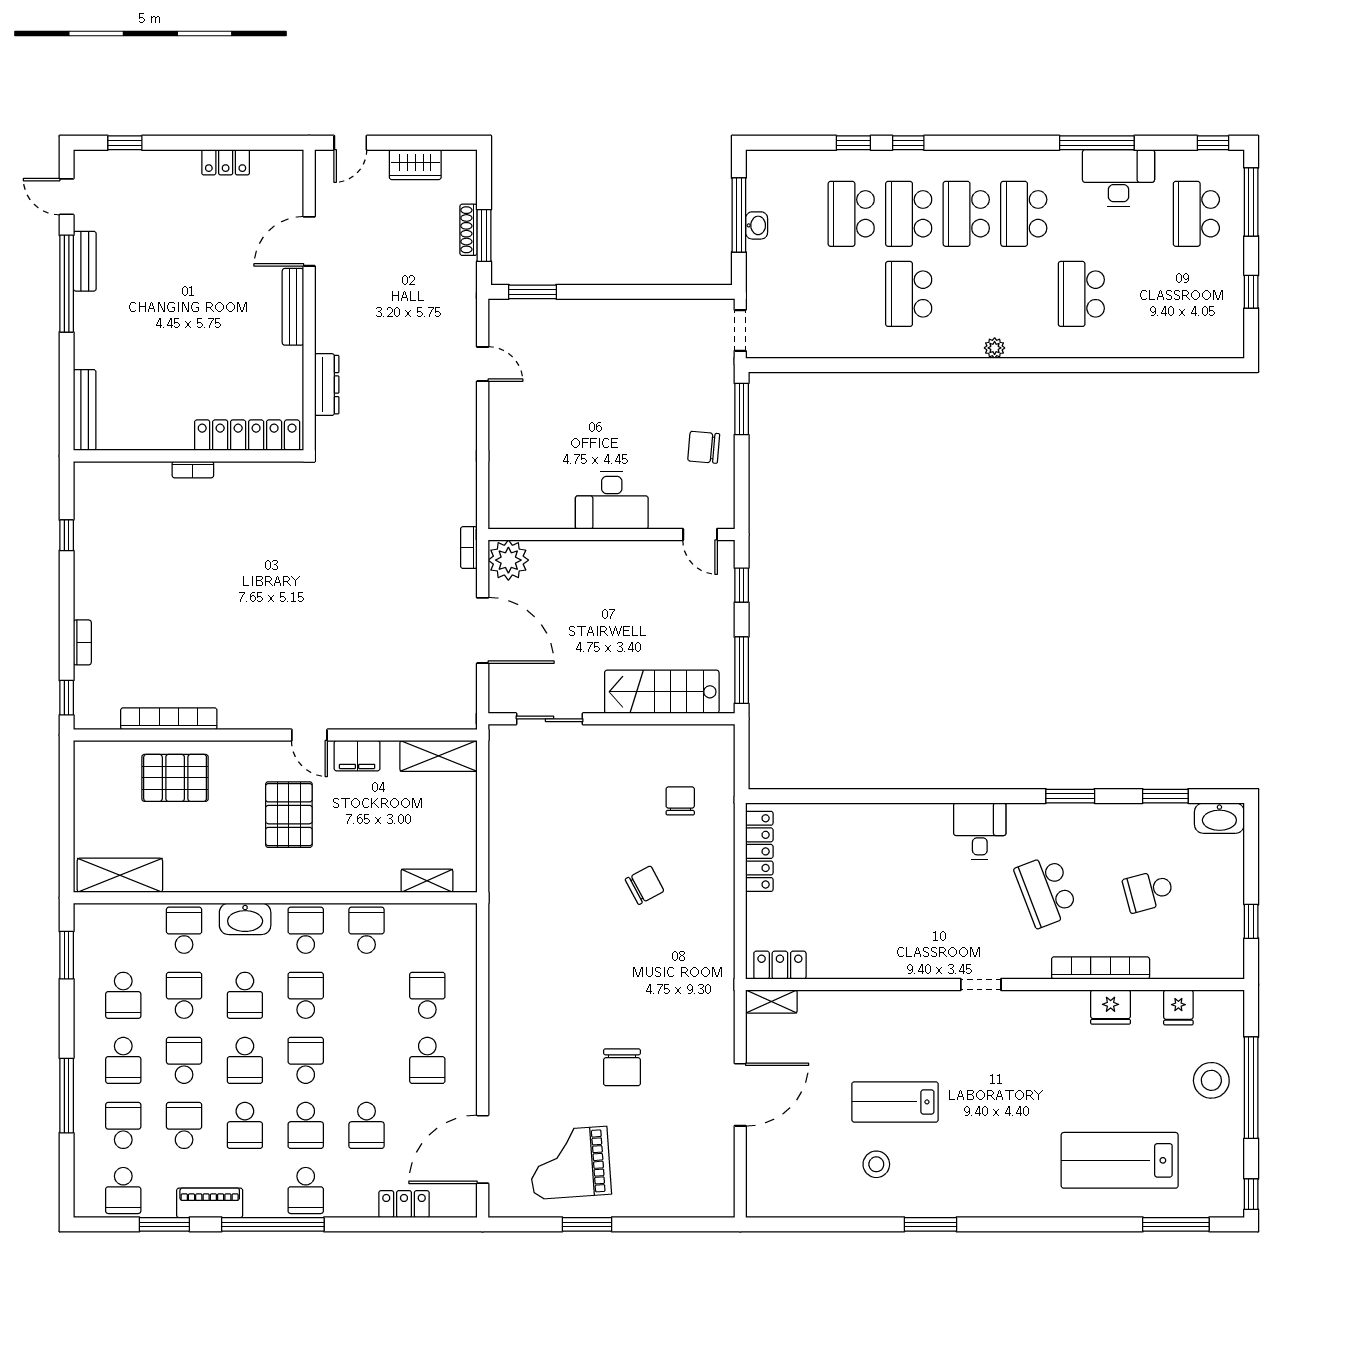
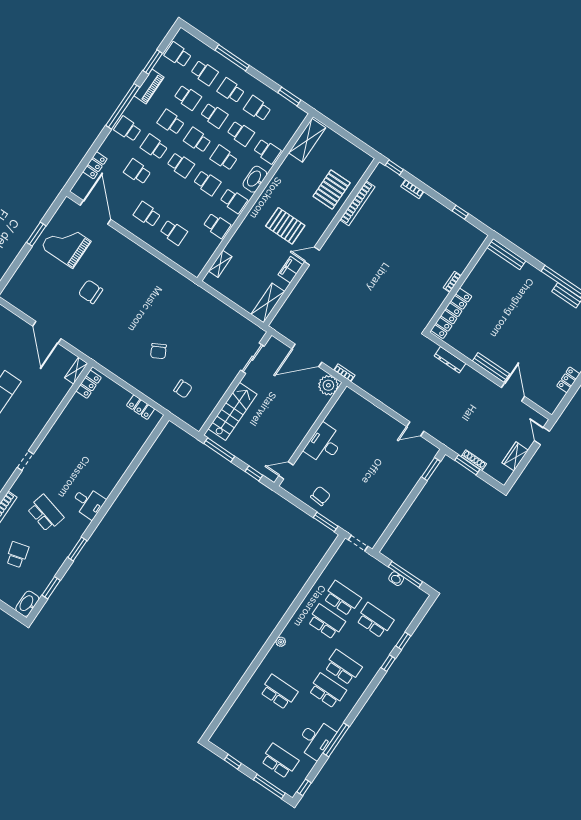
school desk: (909, 214) -> (342, 598), moved
locker: (759, 851) -> (141, 407), width x0.66
school desk: (1046, 891) -> (45, 513), turned 36
grand piano: (570, 1163) -> (66, 244), turned -86

